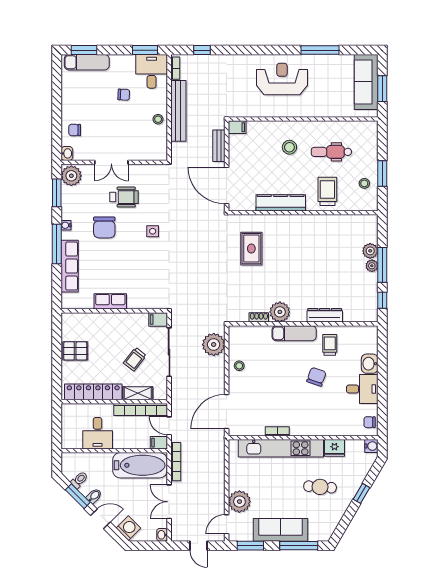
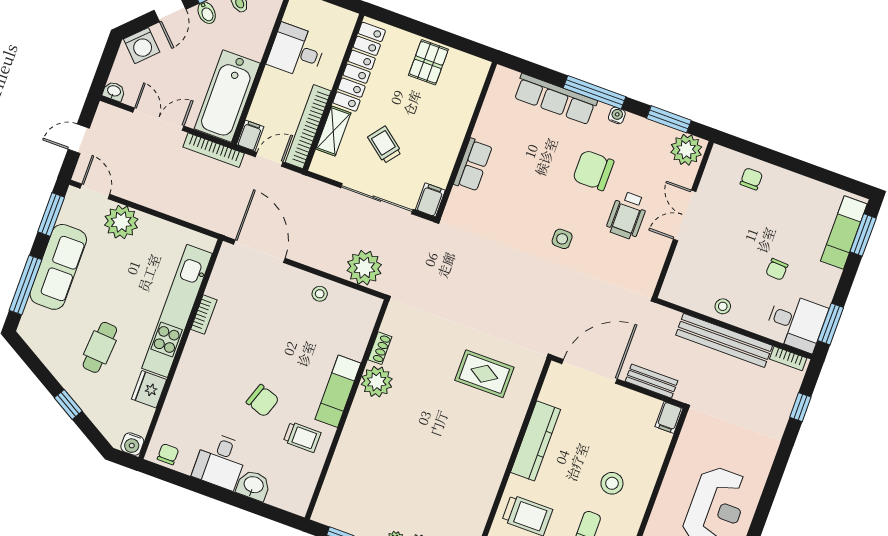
washbasin: (67, 153) -> (721, 155), removed
row of seats: (110, 301) -> (473, 165), moved
dresser: (325, 315) -> (348, 445), removed

